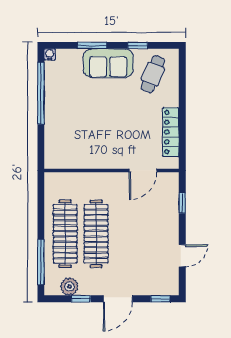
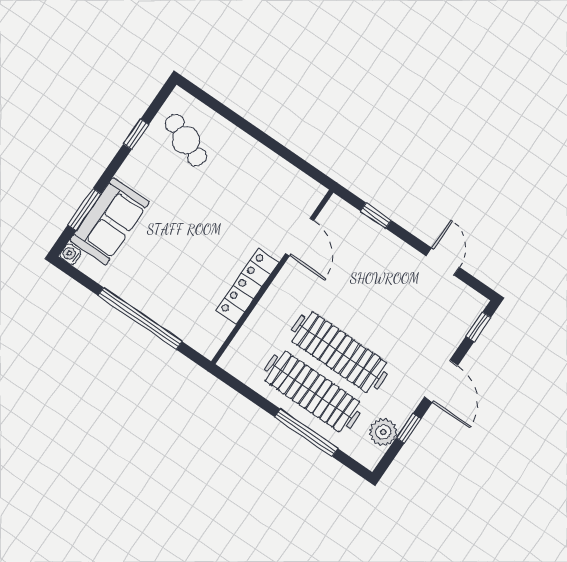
window: (92, 45) -> (84, 209), moved
sofa: (108, 63) -> (110, 221), moved
window: (41, 93) -> (140, 319), moved
locker: (171, 132) -> (247, 286), moved, turned 90
window: (41, 262) -> (306, 433), moved

